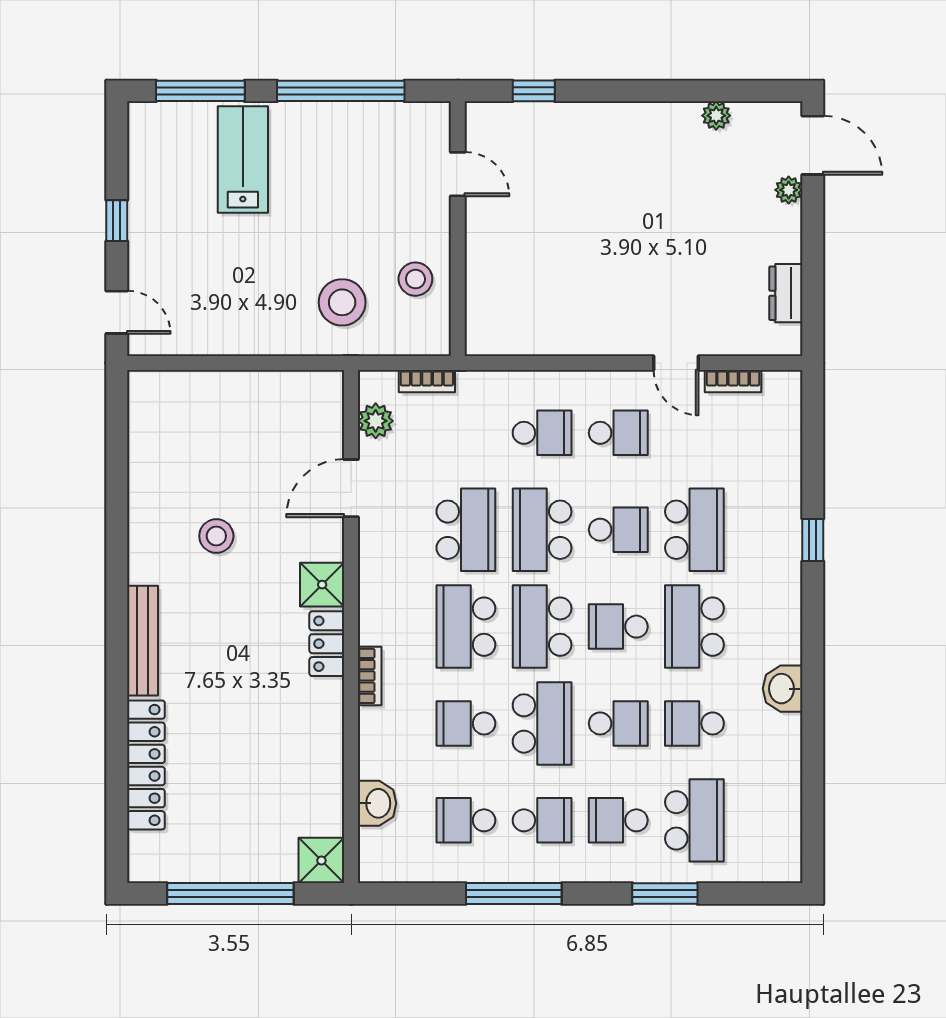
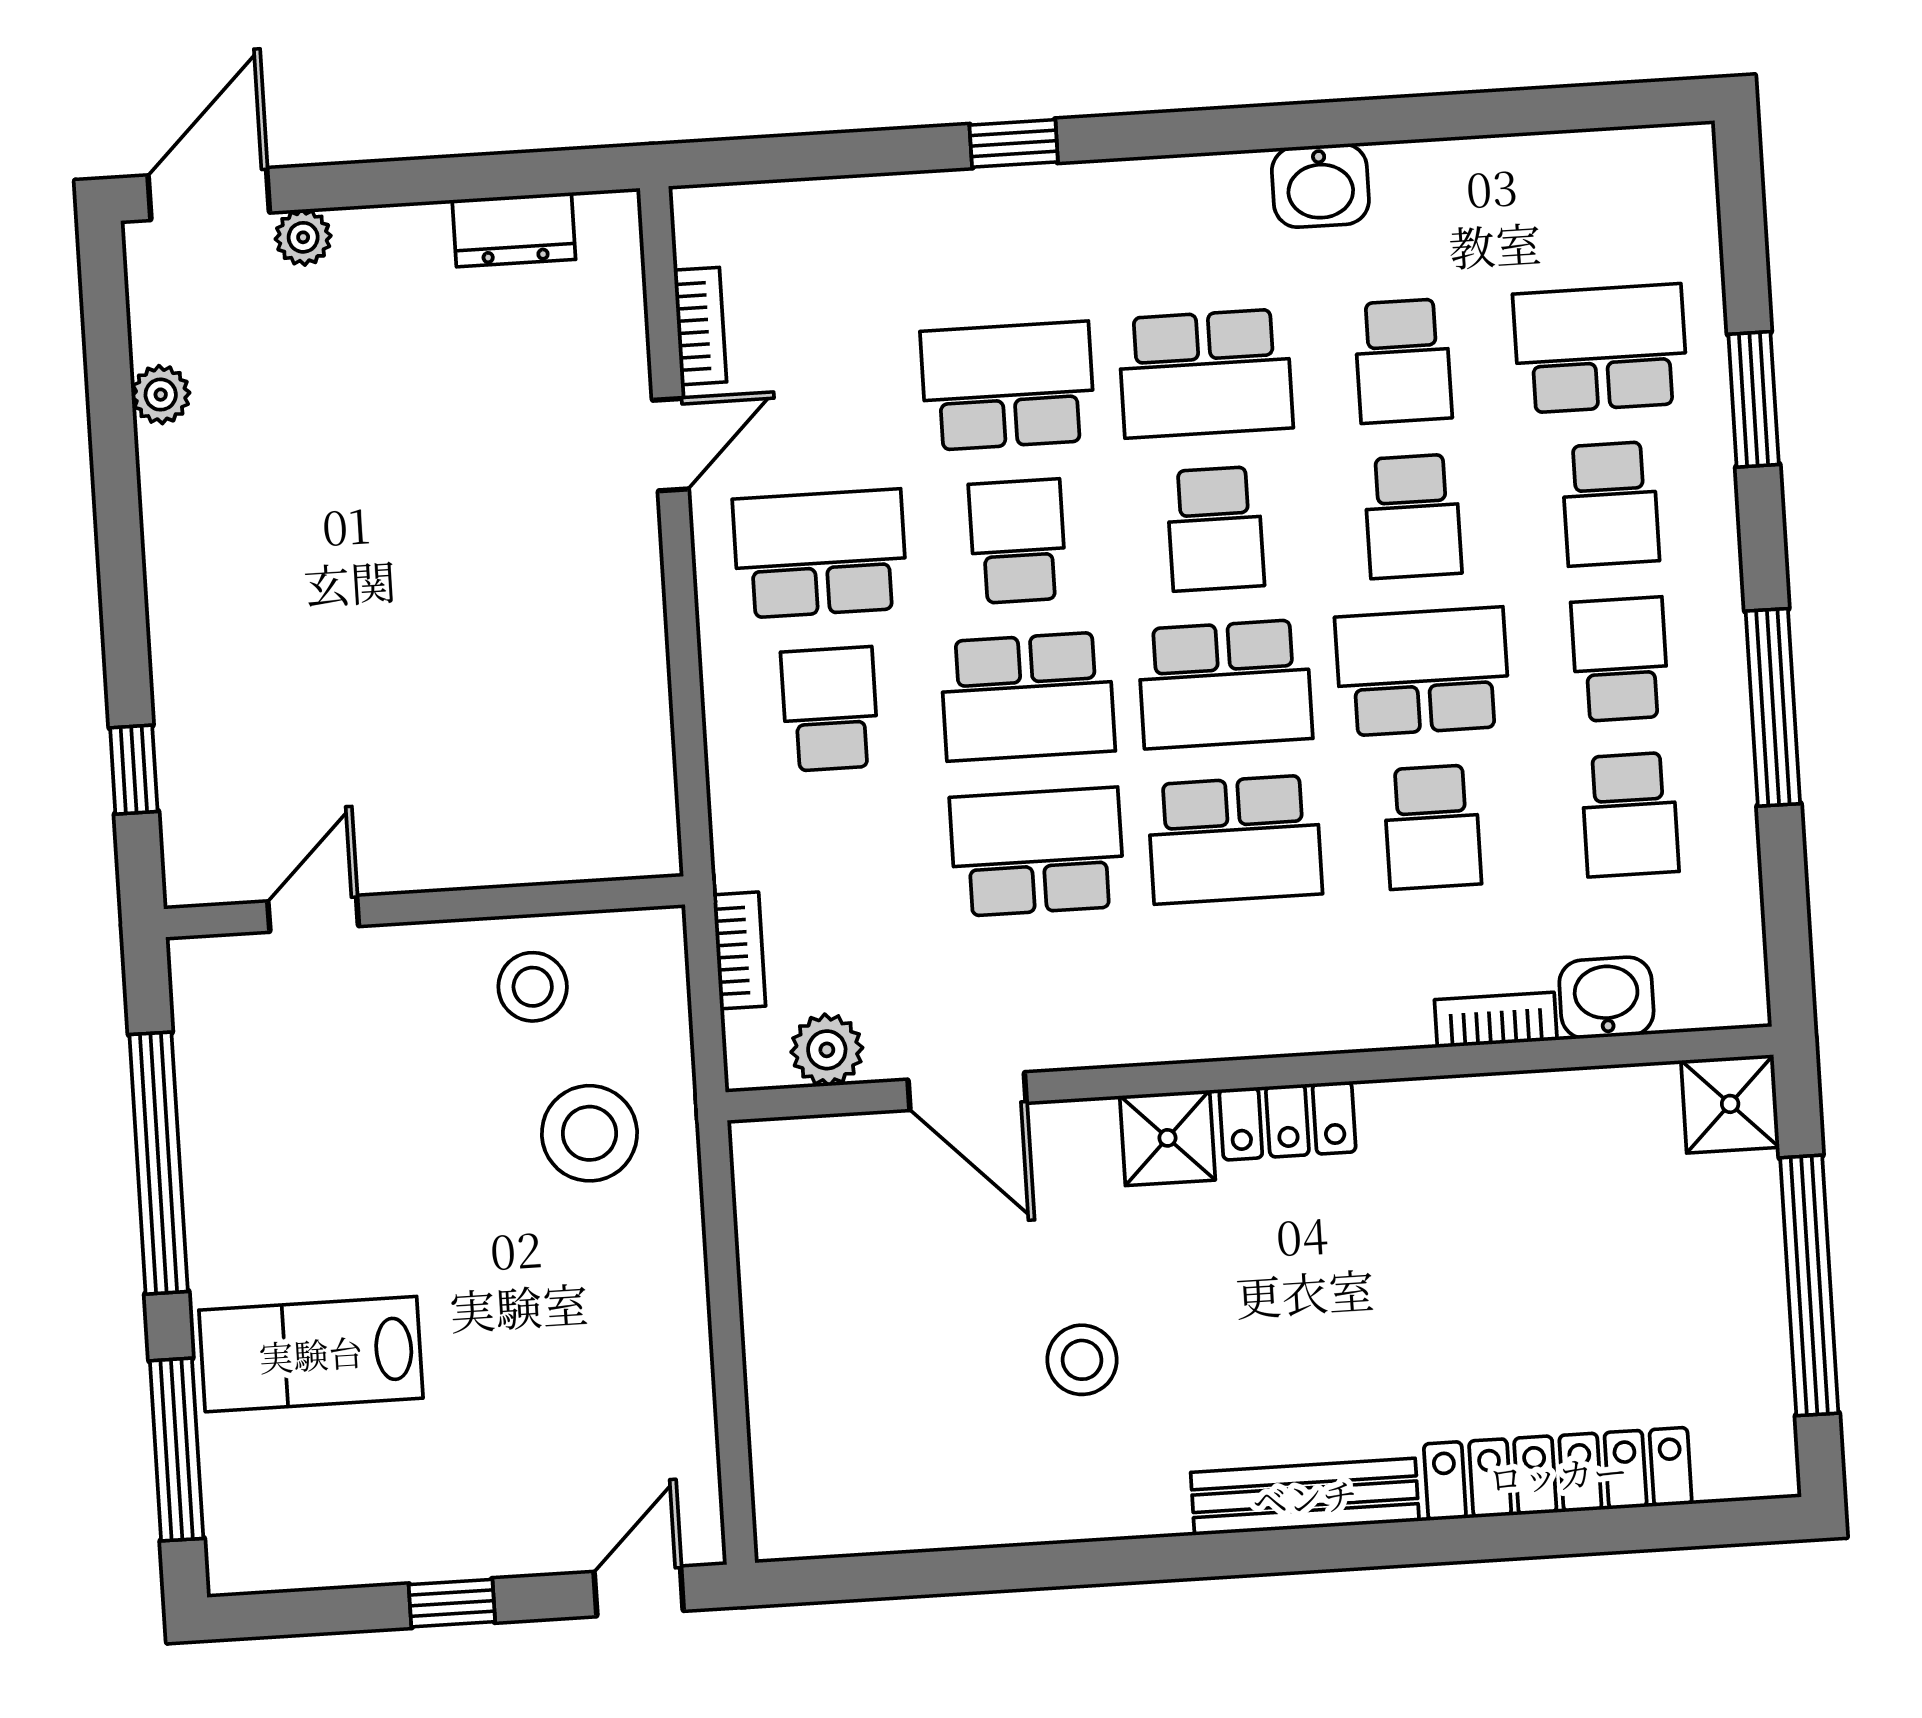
school desk: (618, 433) -> (820, 554), width x1.85
bookcase: (370, 676) -> (1496, 1020), moved
school desk: (618, 723) -> (1413, 516), turned 180

